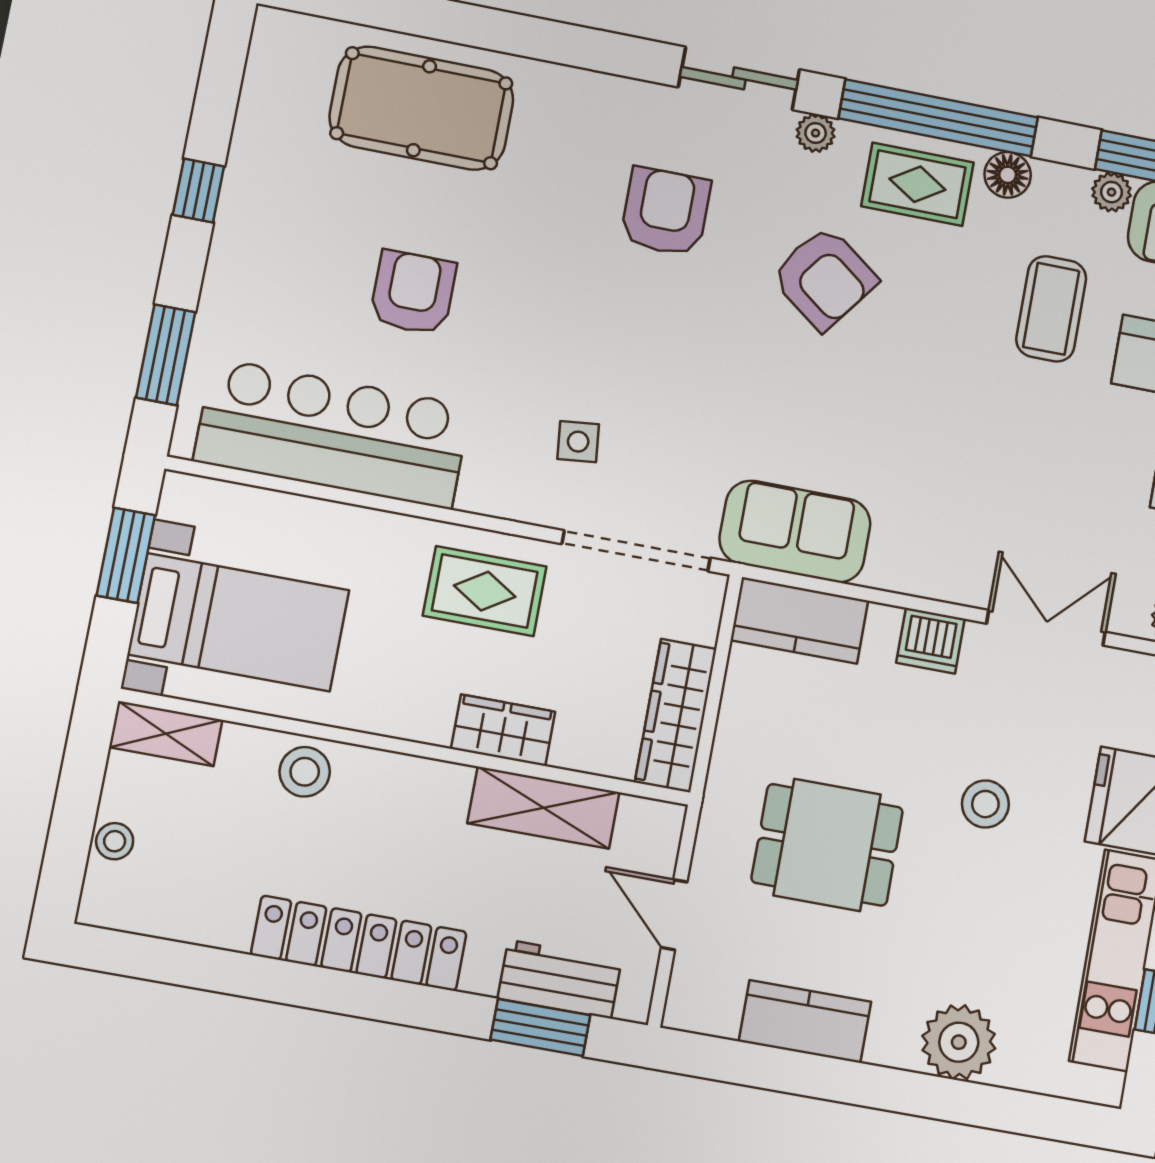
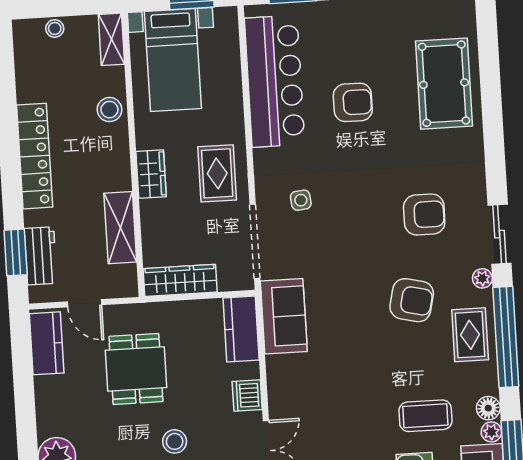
floor lamp: (1008, 175) -> (488, 408), moved
armchair: (824, 278) -> (412, 300), turned -114
wardrobe: (503, 730) -> (151, 174), moved
door: (674, 915) -> (85, 303), swing flipped
kitchen counter: (805, 1021) -> (47, 343), moved

